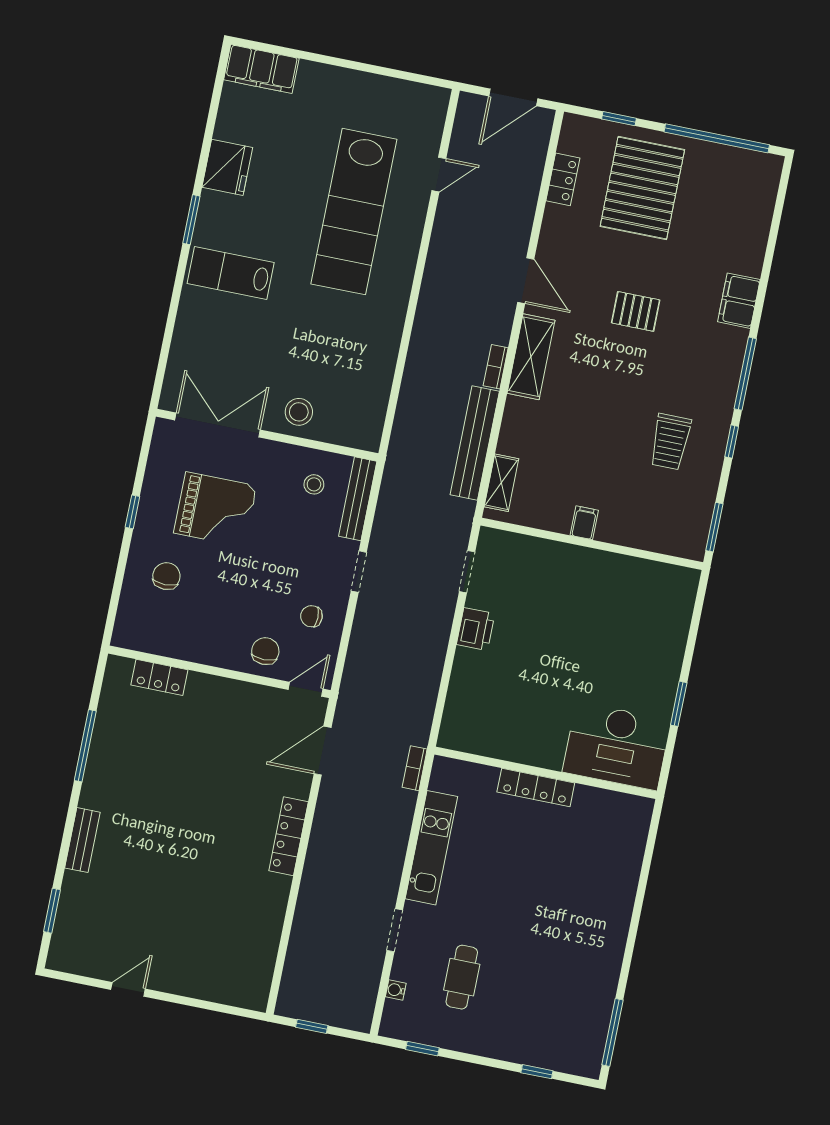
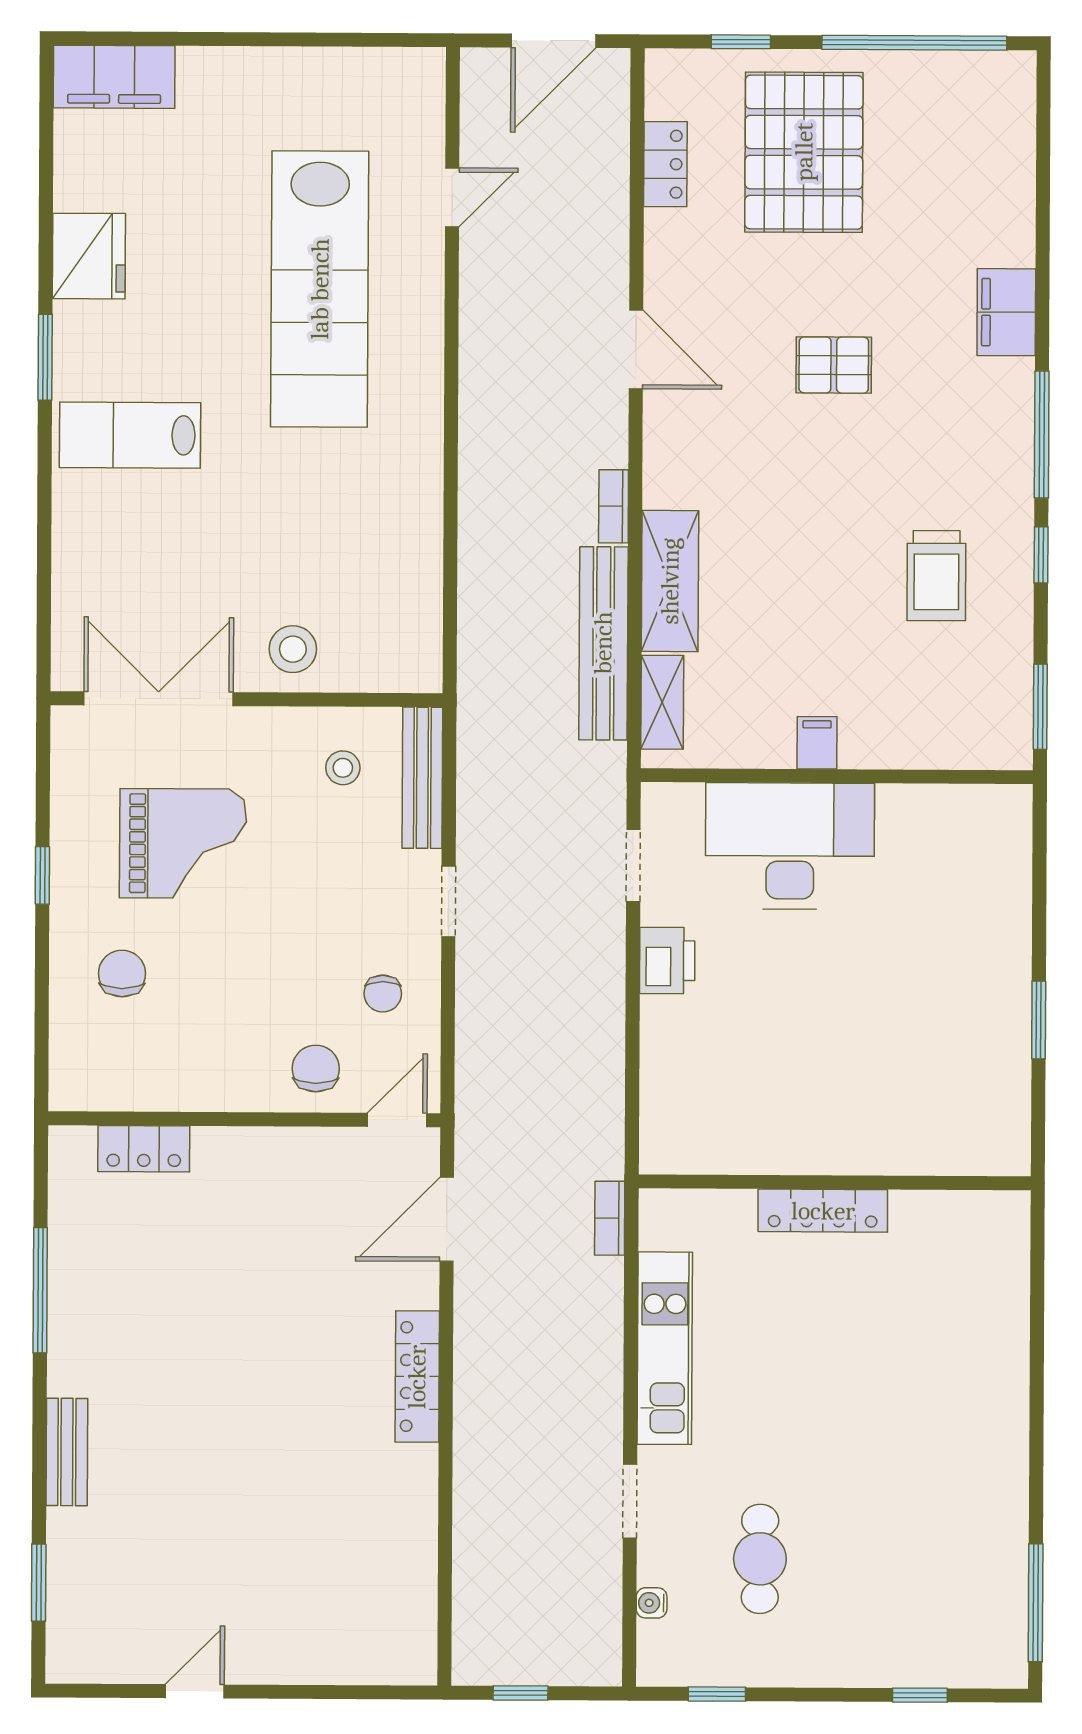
shelving: (531, 357) -> (670, 581), moved
chair: (311, 616) -> (383, 994), turned -90
desk: (617, 746) -> (790, 846), moved, turned 180

